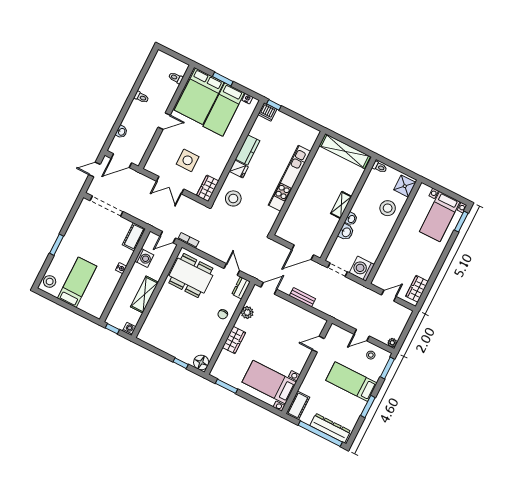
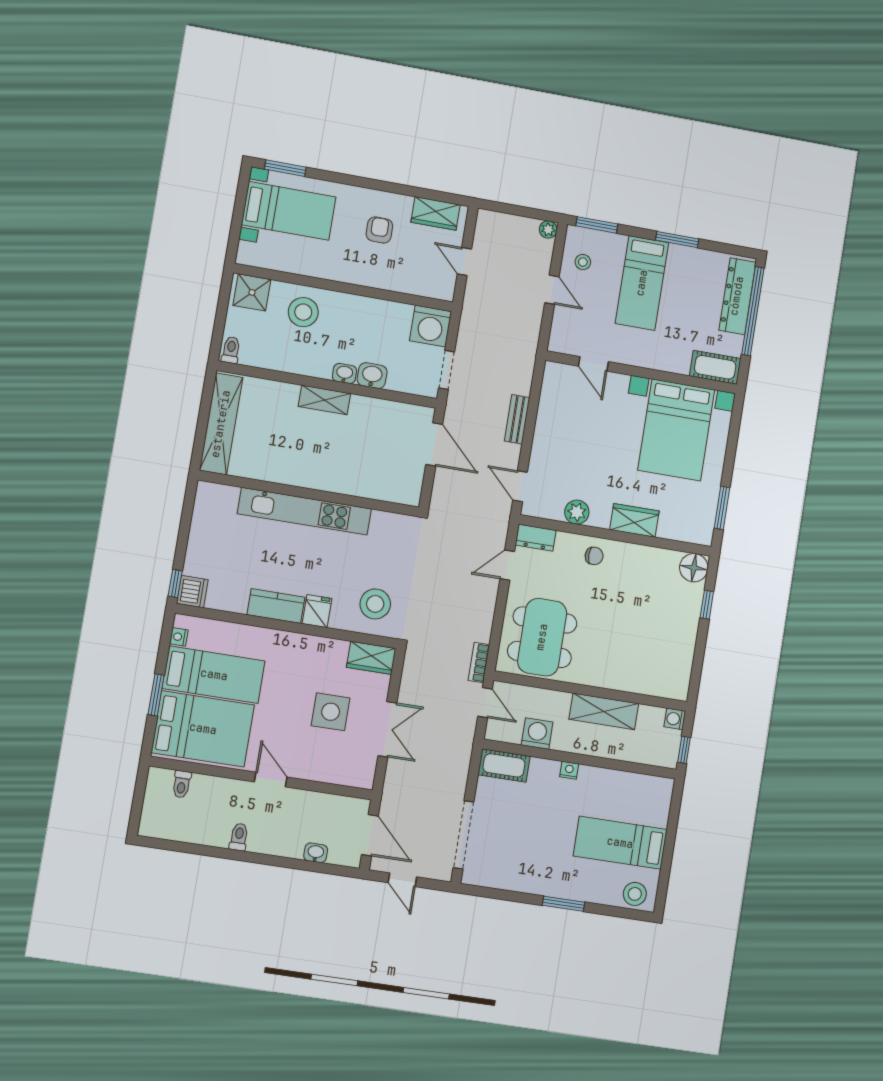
armchair: (417, 258) -> (379, 230), added
bed with nightstands: (269, 382) -> (676, 430), width x1.36

